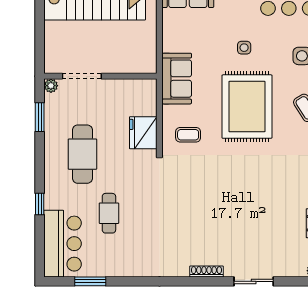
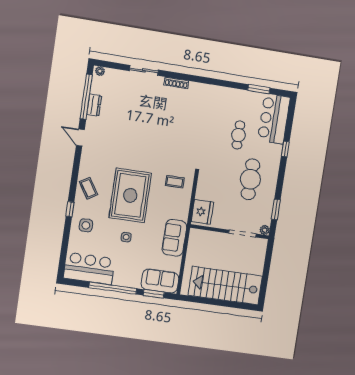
sofa: (177, 79) -> (174, 238), moved
fridge: (143, 133) -> (202, 212), moved

